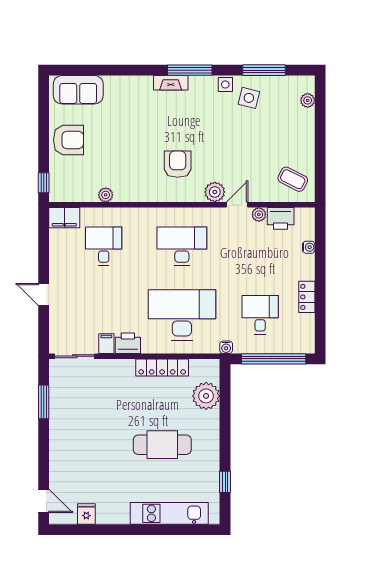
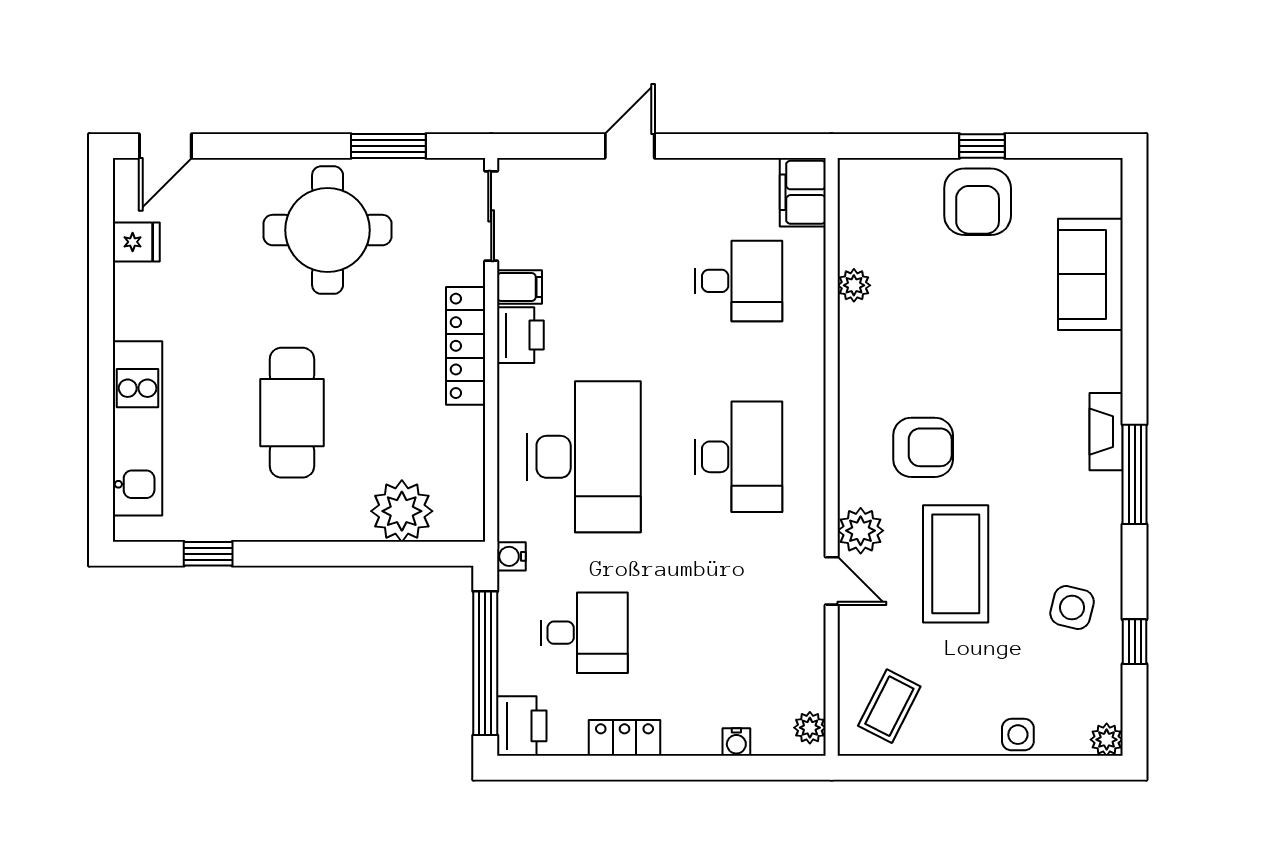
window: (264, 70) -> (1135, 642), width x0.46
side table: (225, 85) -> (1018, 735), moved
sofa: (78, 90) -> (1090, 274), moved
plant: (308, 100) -> (1107, 740), moved
coffee table: (229, 150) -> (956, 564), added
window: (44, 183) -> (982, 146), moved
plant: (259, 214) -> (810, 728), moved
printer: (281, 218) -> (522, 726), moved, turned 180
locker: (162, 368) -> (466, 346), moved
round table: (81, 429) -> (328, 230), added

